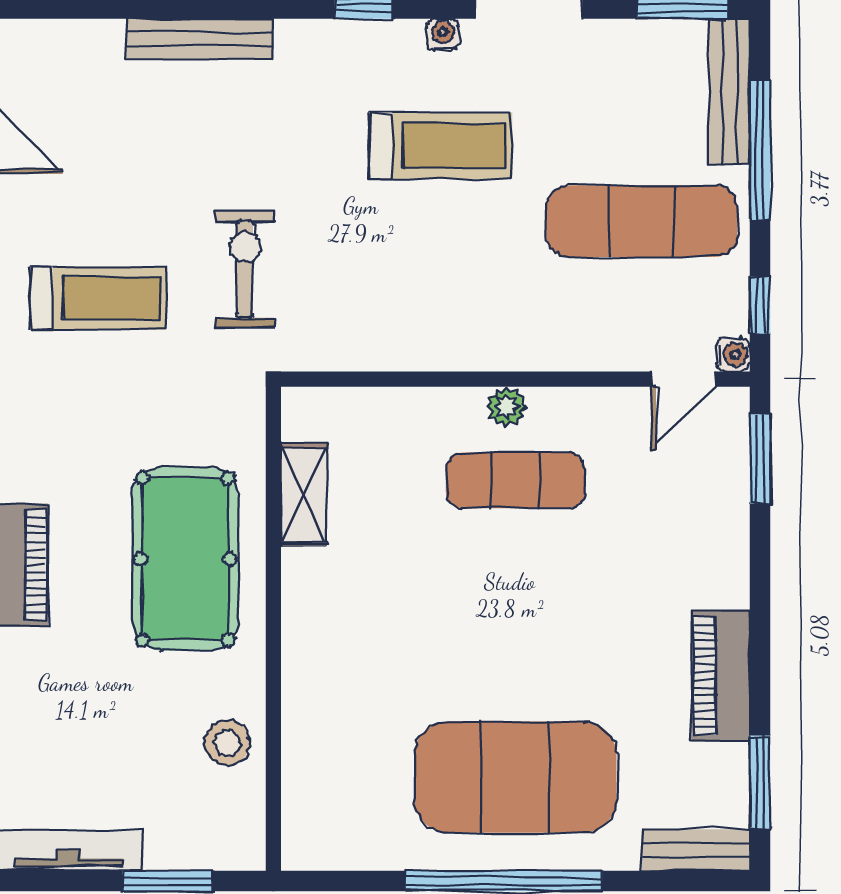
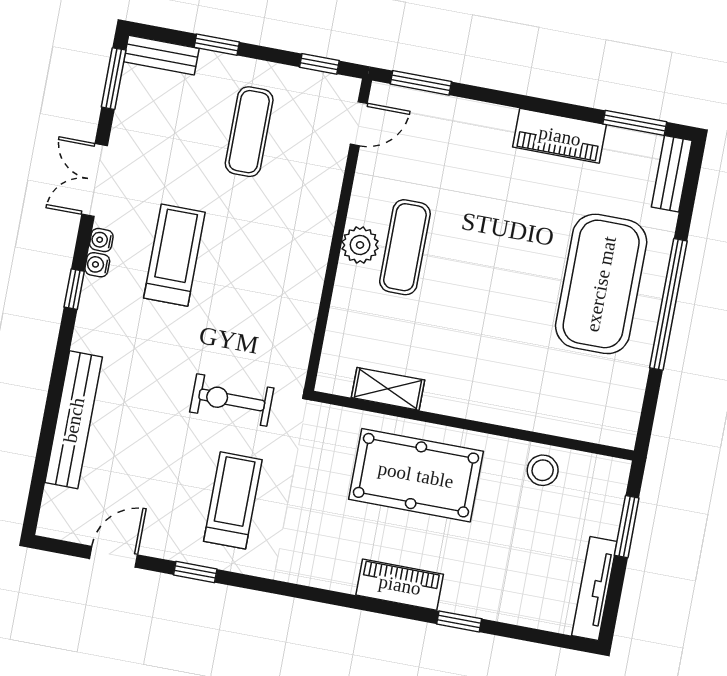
bench: (199, 39) -> (74, 420), width x1.37, depth x1.21
bench: (730, 91) -> (161, 55), width x0.73
window: (760, 150) -> (217, 45), width x0.46
exercise mat: (642, 221) -> (249, 132), width x0.73, depth x0.69
water cooler: (733, 355) -> (97, 265), moved, turned -90
door: (683, 379) -> (359, 124), hinge flipped
plant: (506, 407) -> (360, 245), width x1.38, depth x1.38

